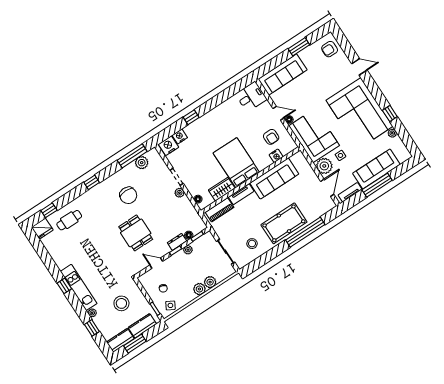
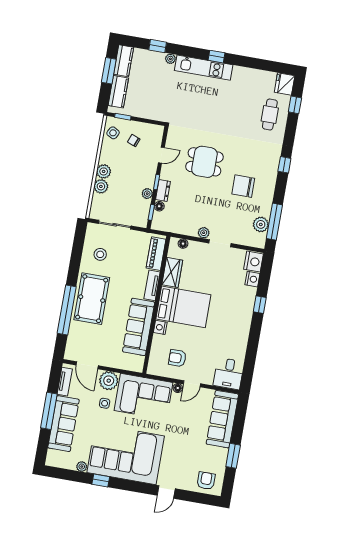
nightstand: (276, 156) -> (160, 327), moved
stool: (121, 303) -> (155, 92), removed

